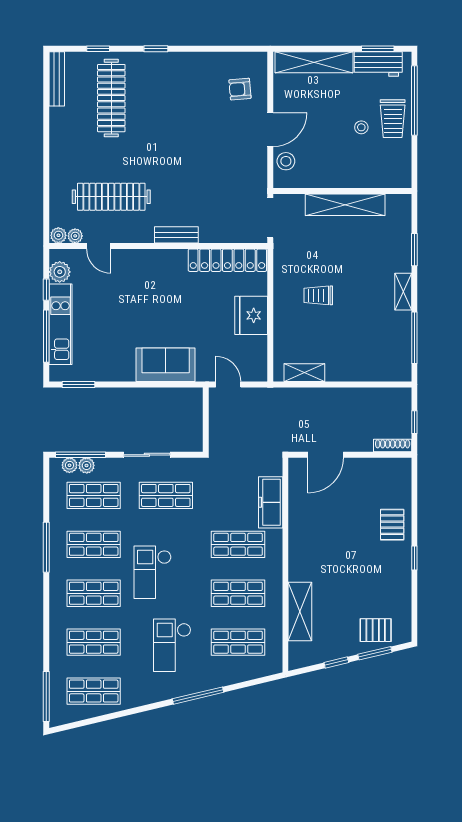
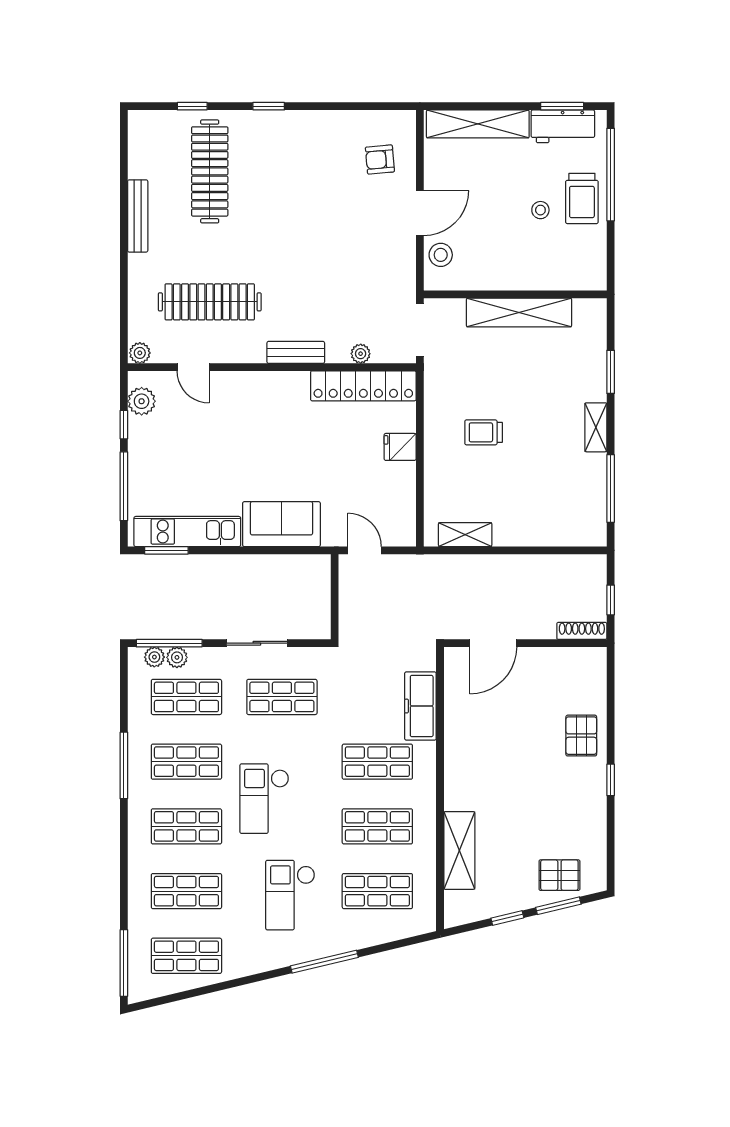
bench: (57, 79) -> (138, 216), moved
plant: (75, 236) -> (361, 354), moved
fridge: (251, 315) -> (400, 447), width x0.53, depth x0.75
kitchen unit: (61, 324) -> (187, 532), moved, turned -90

